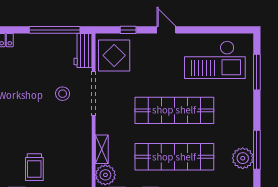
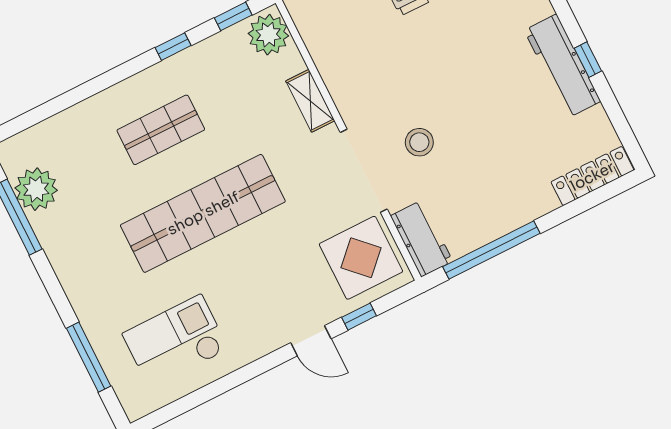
door: (166, 30) -> (311, 341), moved
checkout: (215, 60) -> (175, 341), width x0.73, depth x0.83
shelving: (102, 149) -> (310, 101), moved
shop shelf: (174, 157) -> (161, 130), width x0.50, depth x0.74

